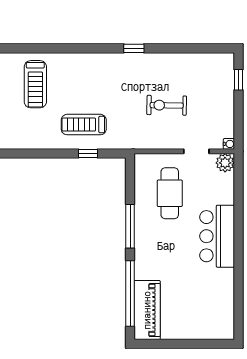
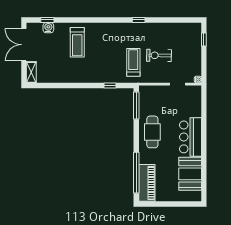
treadmill: (84, 125) -> (133, 62), moved, turned 90
plant: (225, 163) -> (195, 91), removed
cafe table: (170, 193) -> (152, 132), moved
window: (130, 226) -> (136, 105), moved
booth: (217, 295) -> (190, 174), added

